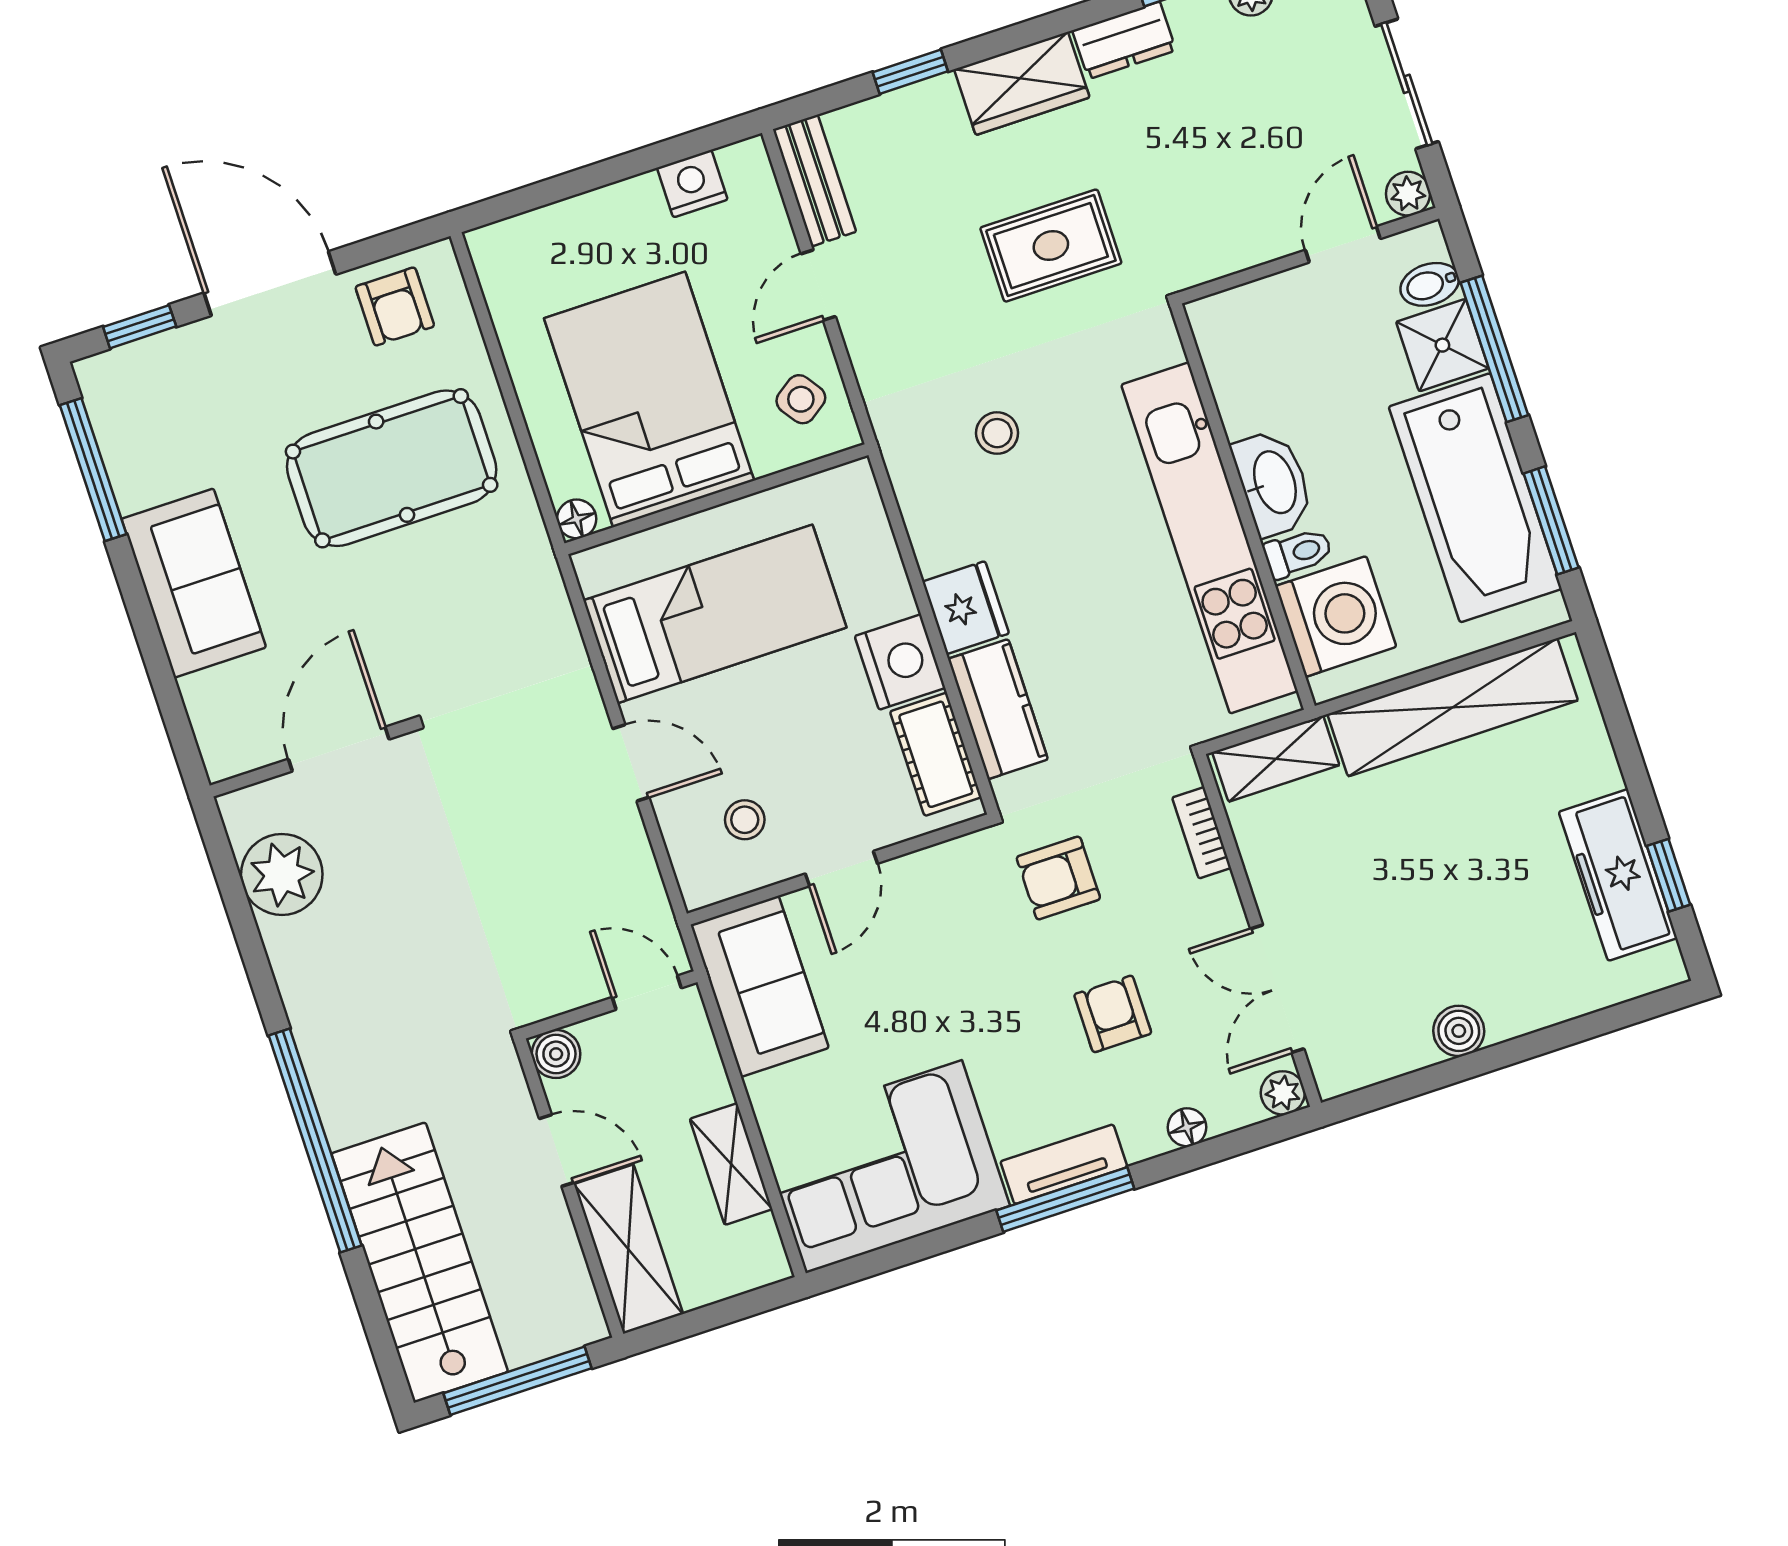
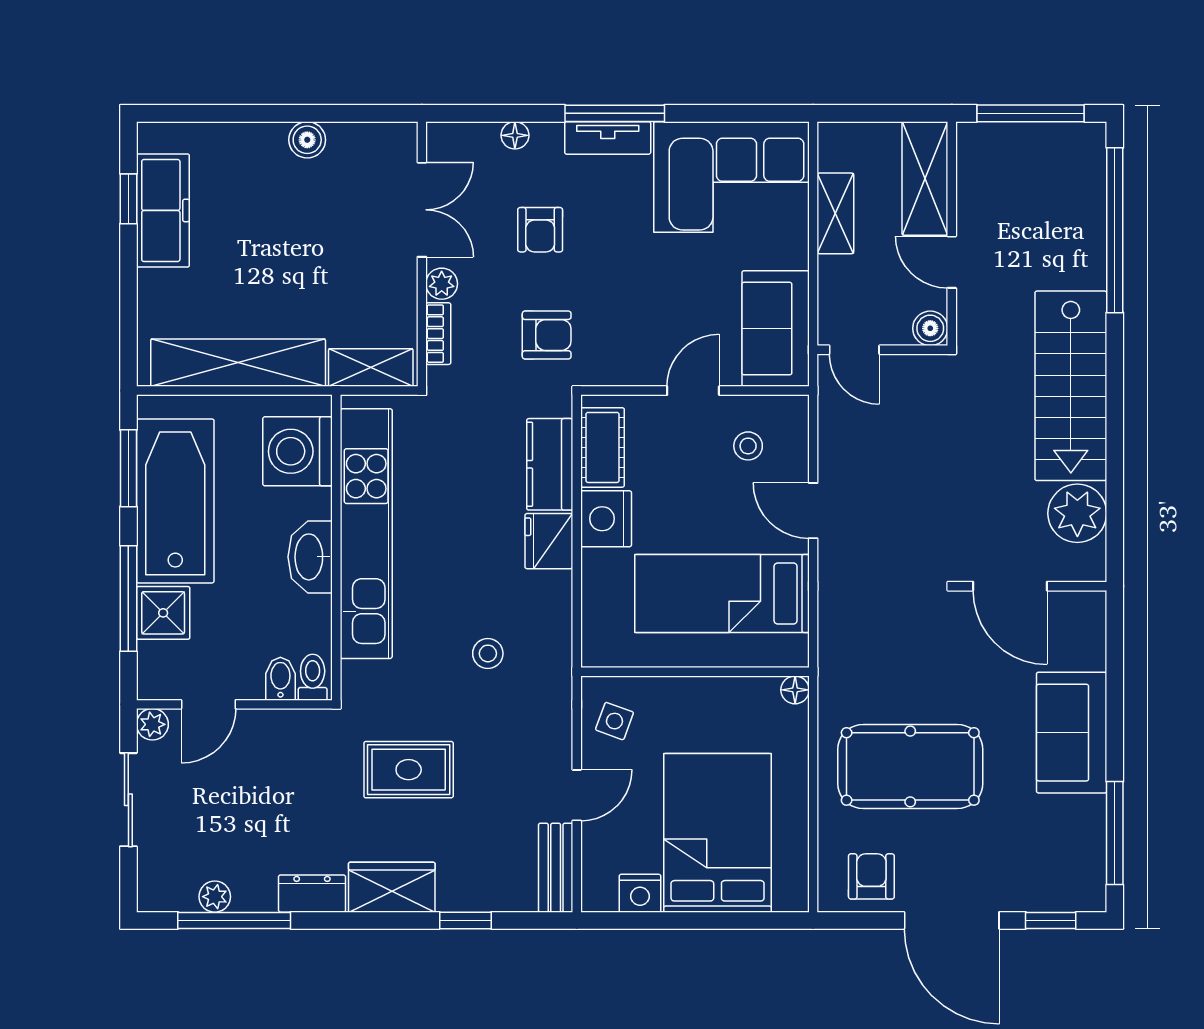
bidet: (1430, 284) -> (280, 679), moved, turned -90
bed: (649, 399) -> (718, 833), moved, turned 180
side table: (801, 399) -> (614, 721), turned -35
toilet: (1298, 553) -> (313, 677), moved, turned 90
door: (339, 749) -> (1010, 586), hinge flipped
plant: (1283, 1093) -> (442, 284), moved
window: (315, 1141) -> (1115, 230), moved
stairs: (420, 1263) -> (1071, 386), moved

